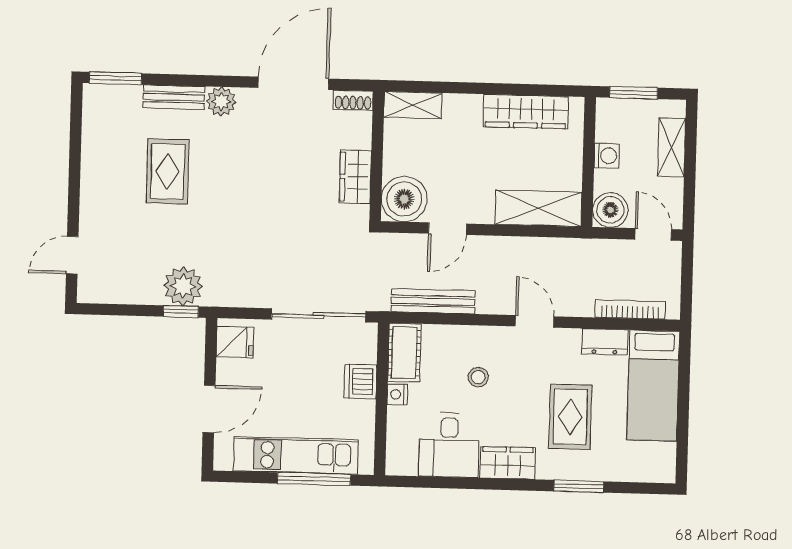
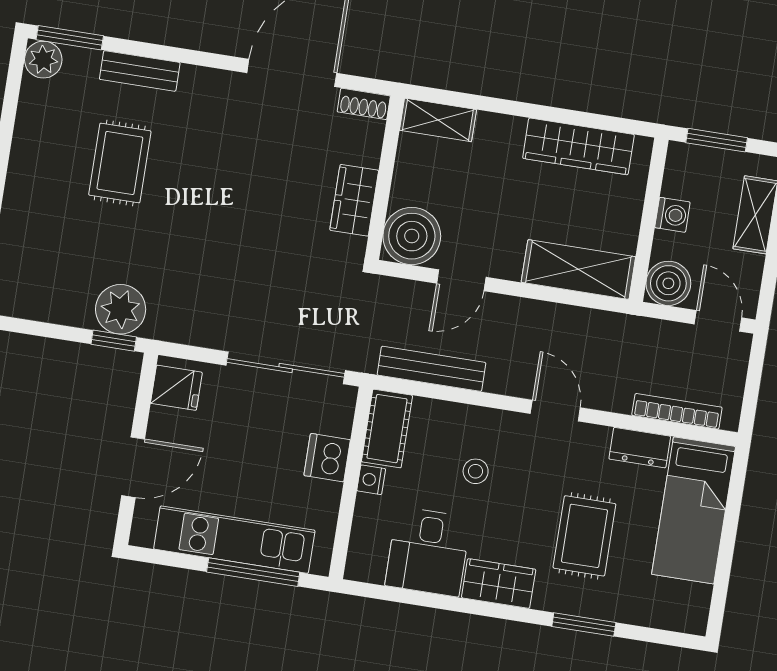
plant: (221, 102) -> (43, 60), moved

